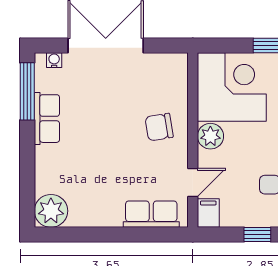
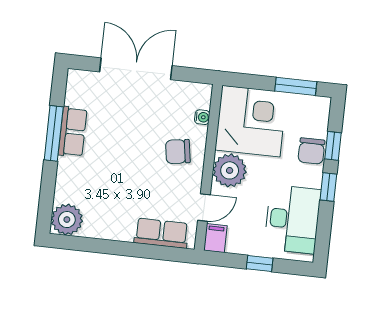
water cooler: (54, 60) -> (202, 117), moved, turned 90
window: (27, 91) -> (54, 133), moved
plant: (210, 136) -> (230, 170), width x1.36, depth x1.36

